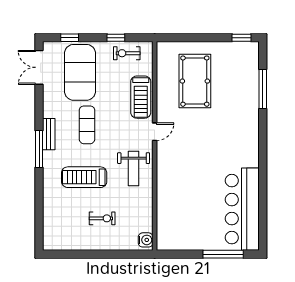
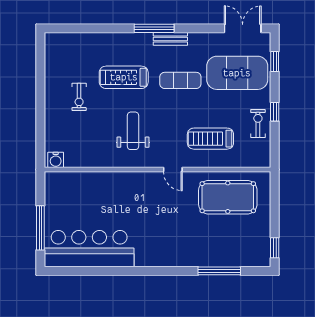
door: (155, 132) -> (173, 170), moved
wall: (155, 146) -> (158, 170), moved
weight bench: (134, 169) -> (133, 131), turned 90
treadmill: (84, 177) -> (124, 77), turned -90
water cooler: (146, 240) -> (56, 160), moved

